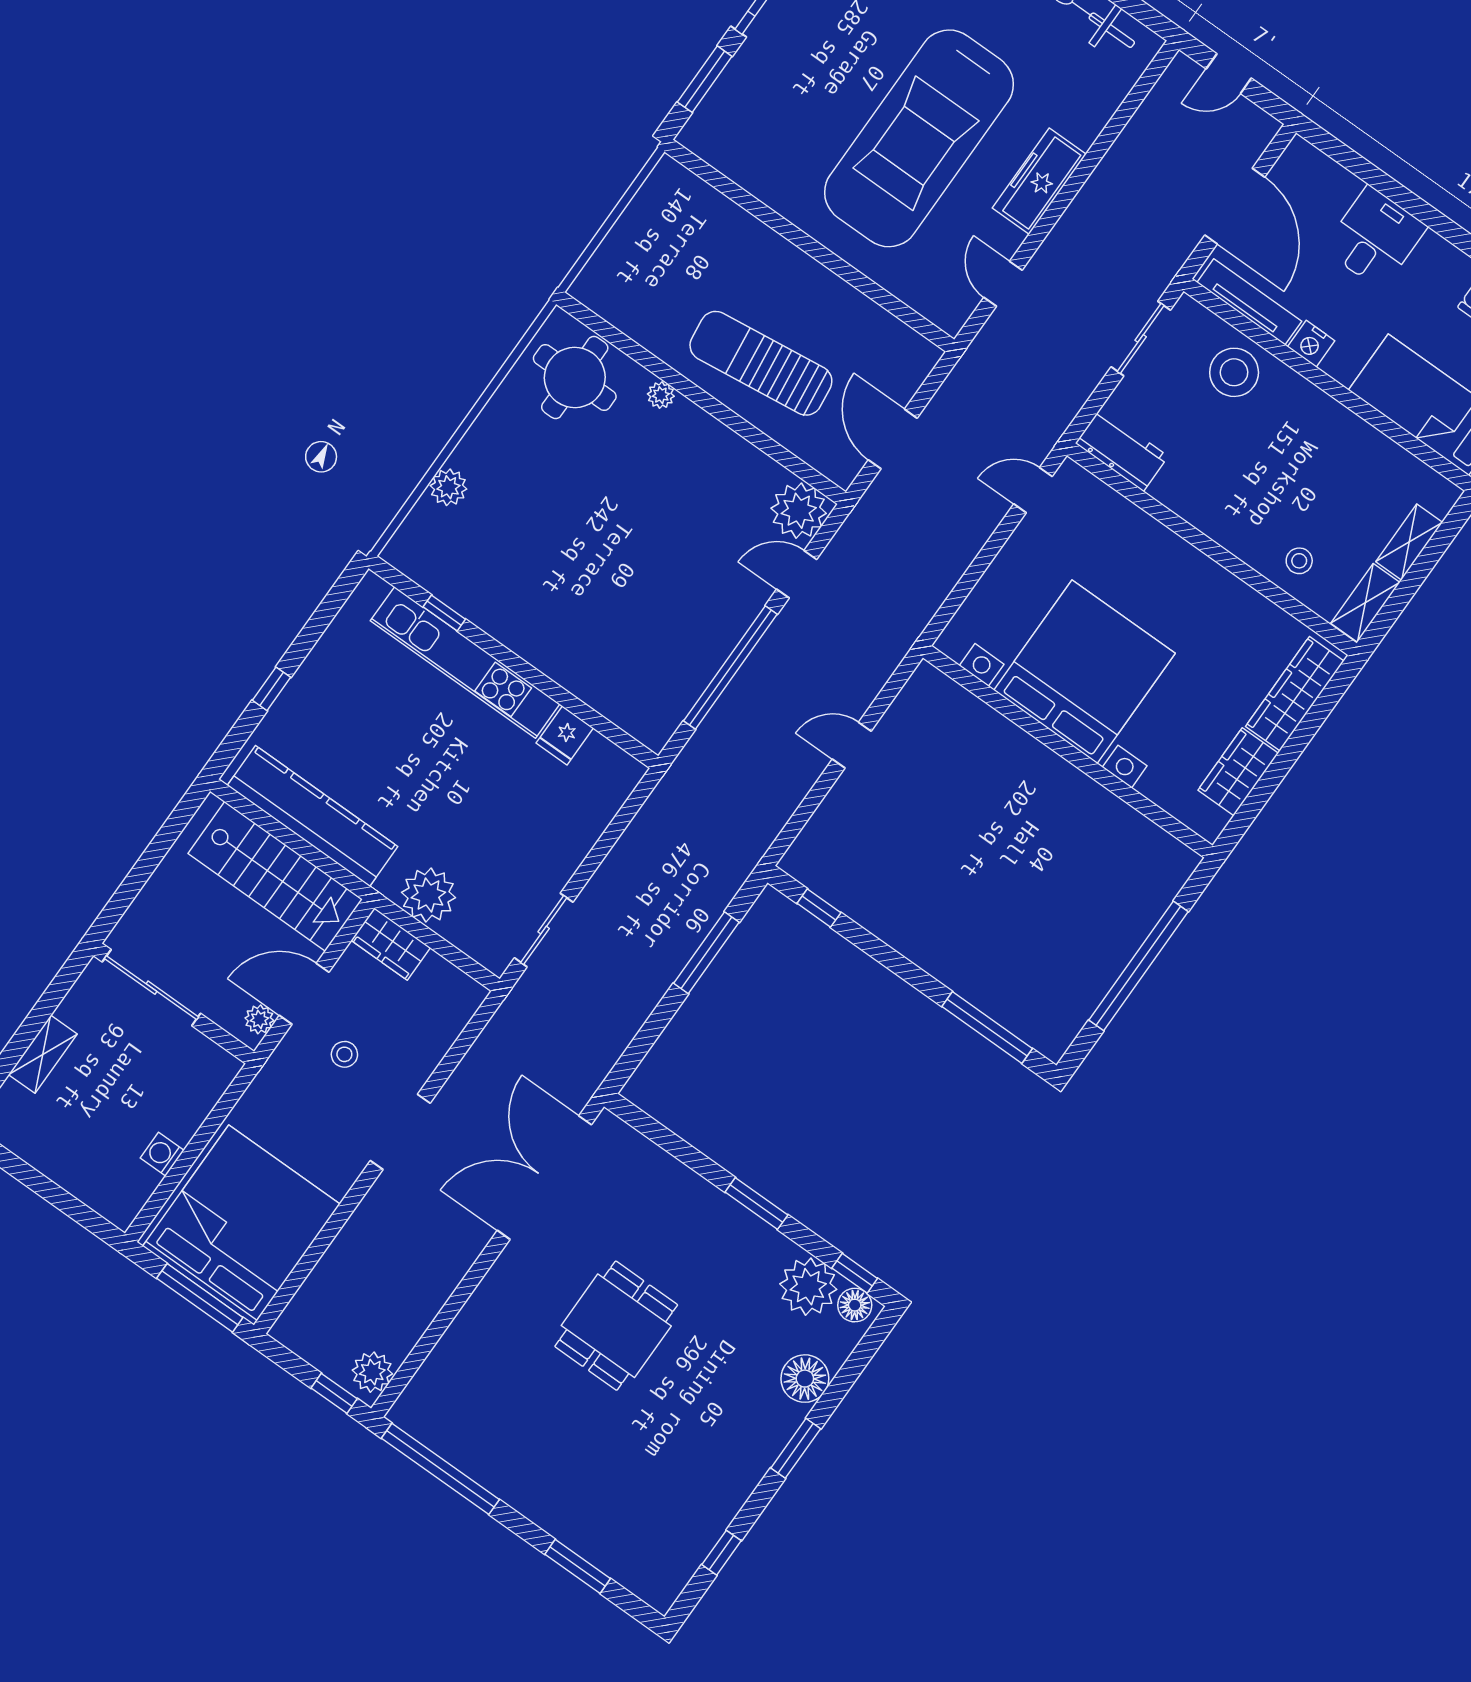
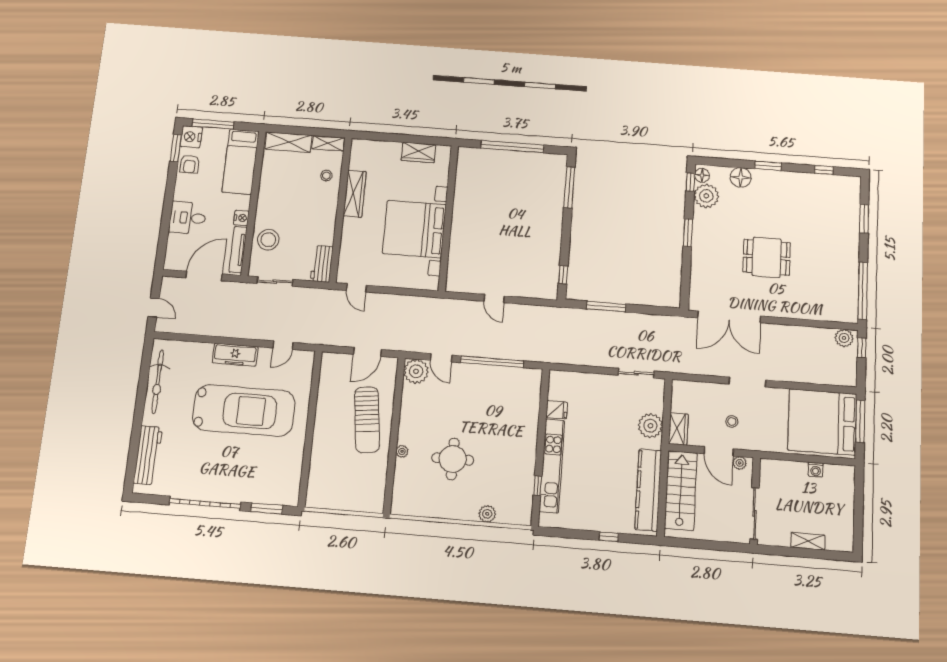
round table: (575, 377) -> (453, 459), moved
shelving: (1409, 542) -> (288, 142), width x1.50, depth x1.33
wardrobe: (1295, 694) -> (355, 194), moved, turned -90

